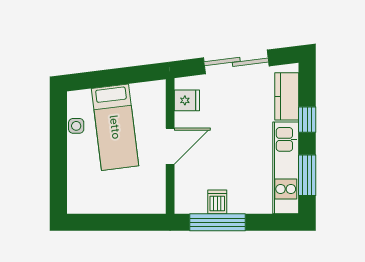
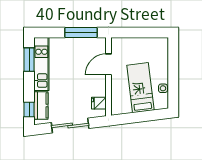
window: (307, 120) -> (29, 109), moved
door: (170, 146) -> (108, 64), moved
dishwasher: (217, 202) -> (81, 44), removed

